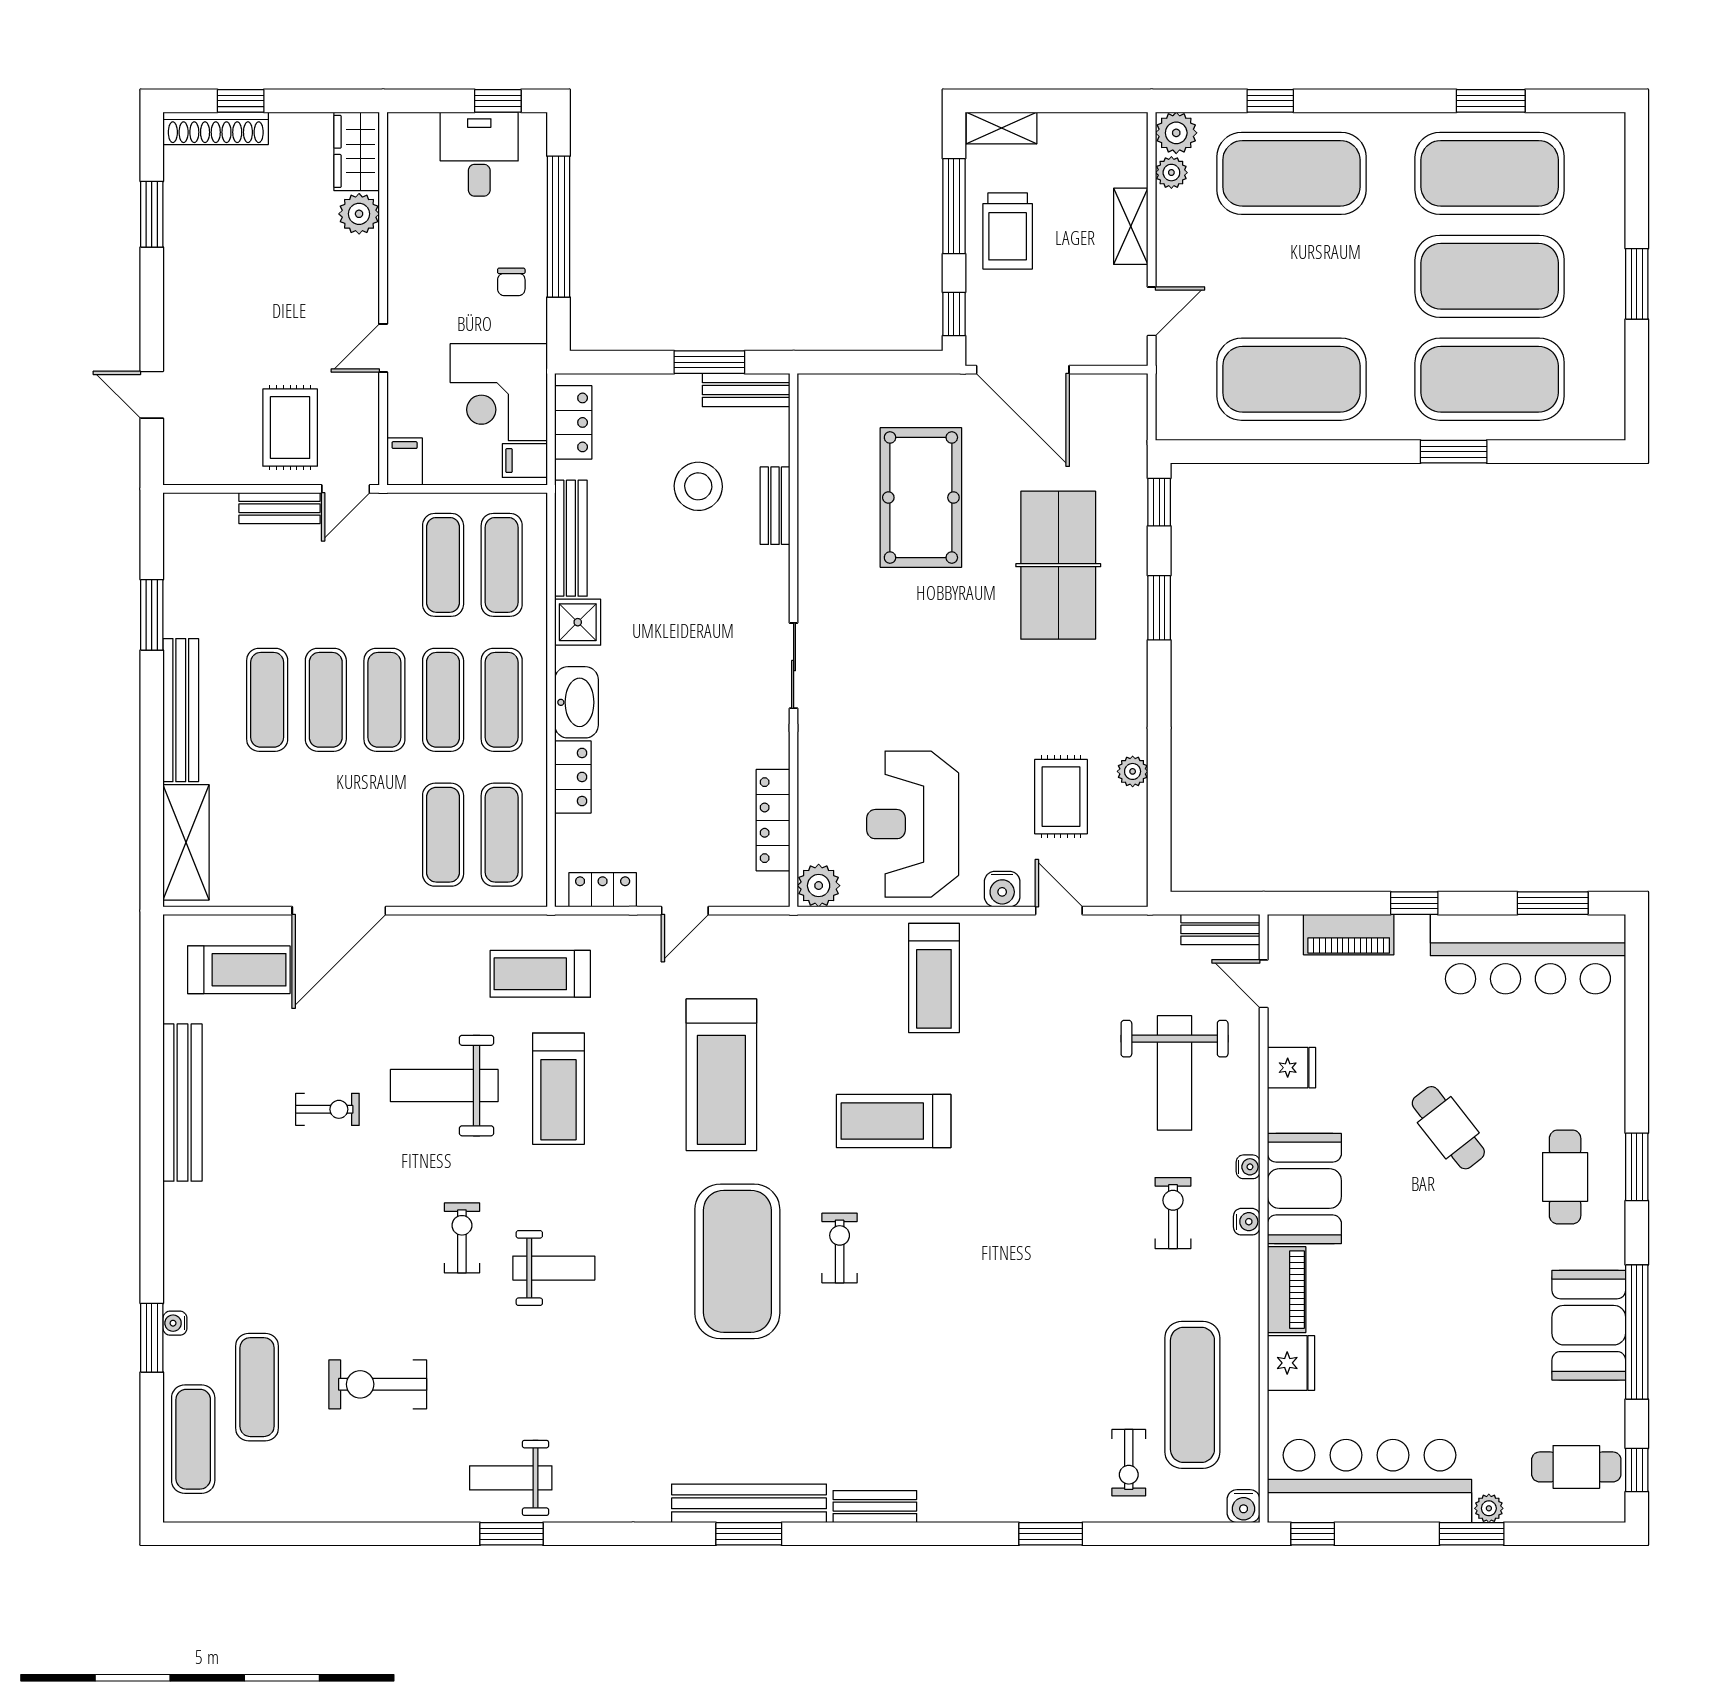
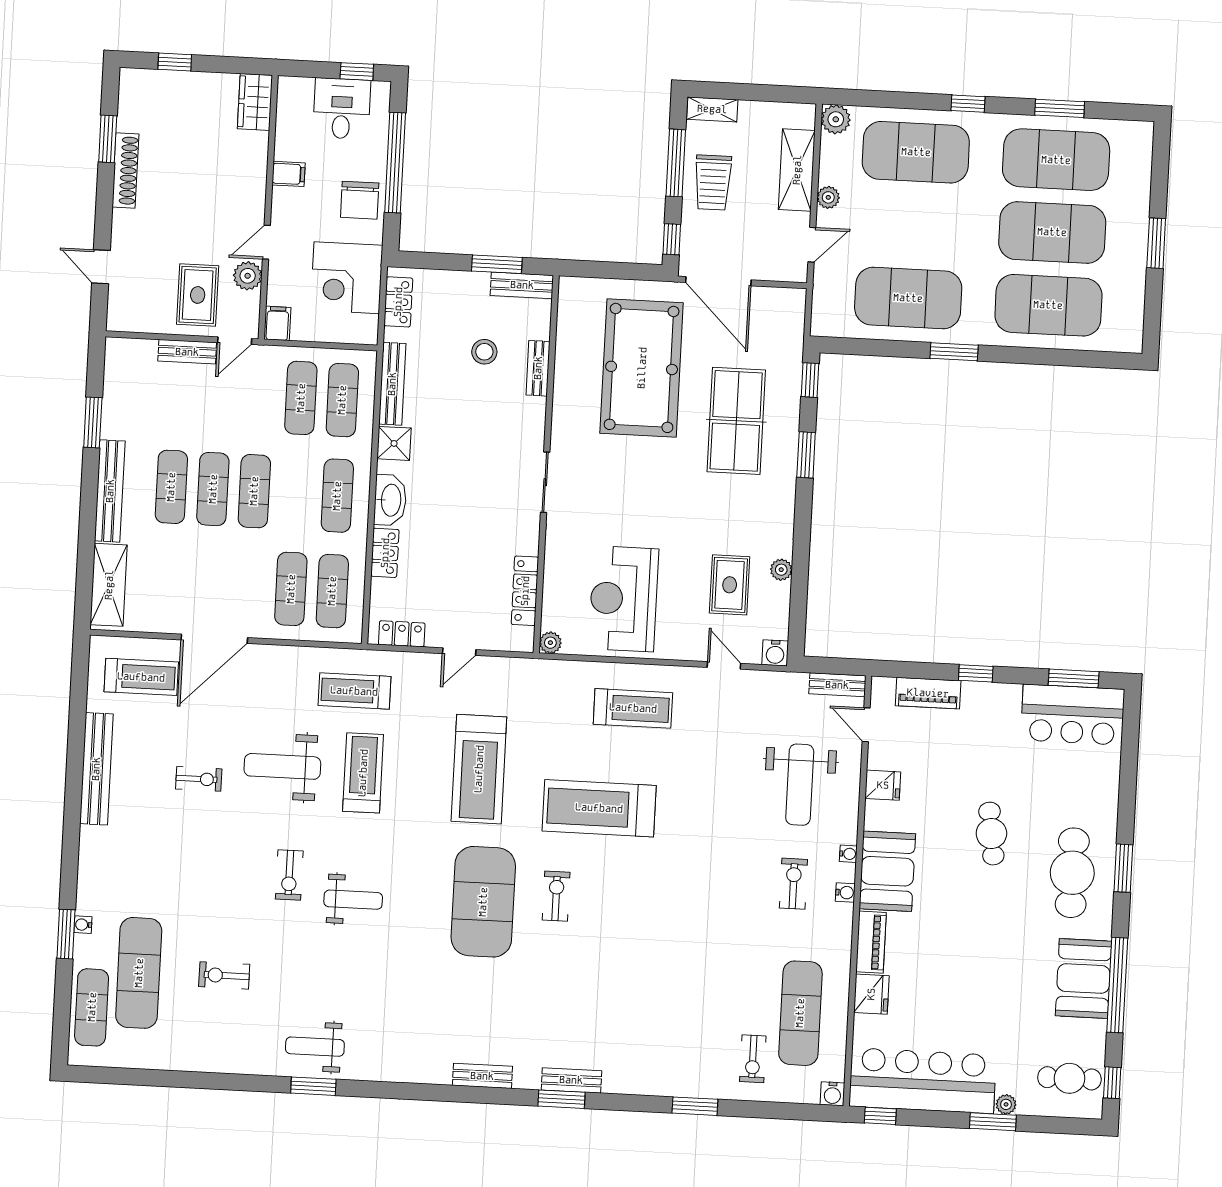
window: (1270, 101) -> (968, 104), moved
shoe rack: (216, 128) -> (125, 170), moved, turned -90
plant: (1171, 173) -> (828, 197), moved
plant: (359, 214) -> (248, 276), moved
shelving: (1131, 226) -> (797, 170), width x1.50, depth x1.33
chair: (511, 282) -> (360, 200), width x1.87, depth x1.87
window: (1454, 452) -> (954, 352), moved
filing cabinet: (525, 461) -> (289, 174), moved, turned 180
stool: (698, 486) -> (484, 352), width x0.73, depth x0.73
pool table: (921, 498) -> (642, 368), width x1.36, depth x1.32
exercise mat: (443, 700) -> (296, 493), removed
plant: (819, 886) -> (550, 643), width x0.73, depth x0.73
water cooler: (1002, 889) -> (775, 653), moved
bar counter: (1528, 954) -> (1073, 715), width x0.73
treadmill: (934, 978) -> (633, 708), turned -90
treadmill: (558, 1089) -> (363, 773), turned 180
treadmill: (894, 1121) -> (599, 808), width x1.37, depth x1.38
cafe table: (1448, 1128) -> (991, 834), turned 30
cafe table: (1565, 1177) -> (1072, 873), width x1.37, depth x1.35
exercise bike: (462, 1238) -> (289, 875), turned 180
exercise bike: (378, 1384) -> (224, 975), width x0.73, depth x0.72
exercise mat: (257, 1387) -> (139, 973), width x1.36, depth x1.45
bench: (749, 1503) -> (482, 1076), width x0.54, depth x0.82
window: (749, 1534) -> (561, 1099), moved

